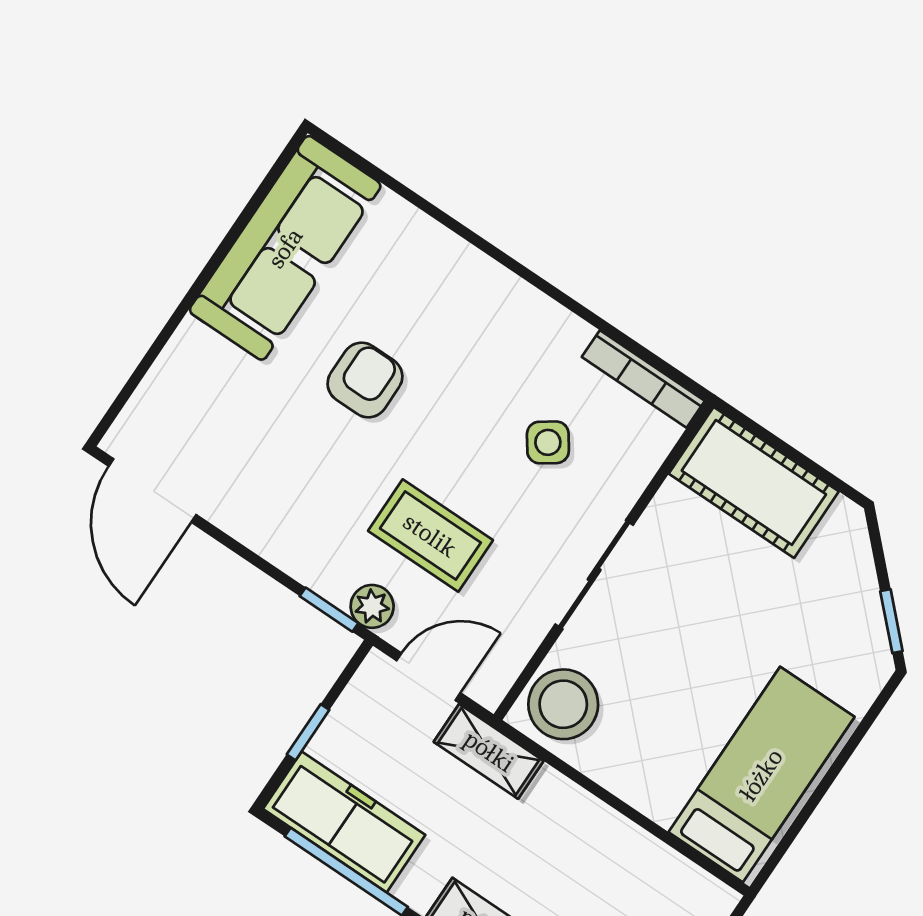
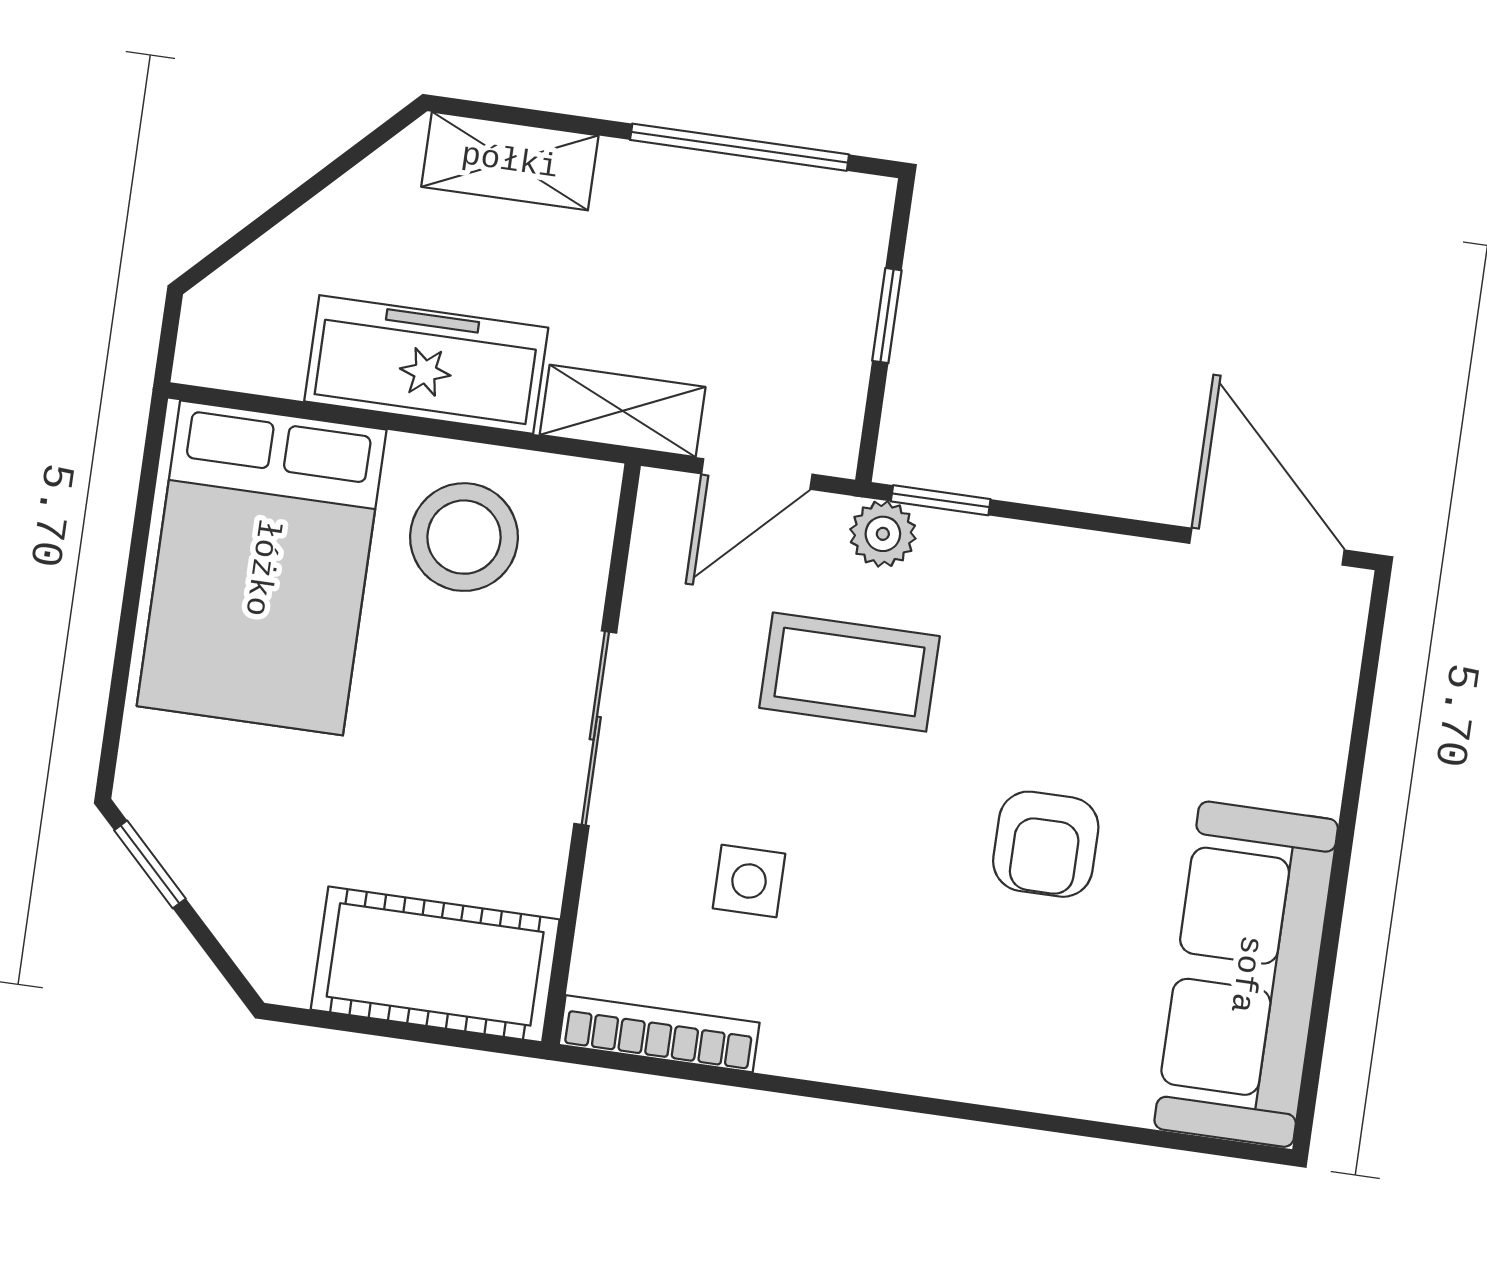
side table: (548, 442) -> (749, 881), turned 35
stool: (563, 704) -> (464, 537), moved
bed: (761, 775) -> (262, 568), width x1.50
freezer: (344, 822) -> (426, 364), moved, turned 180

